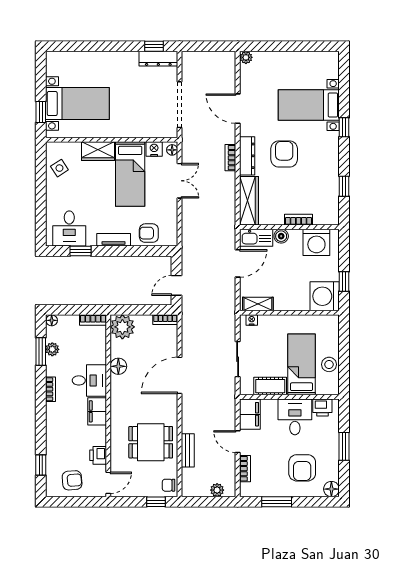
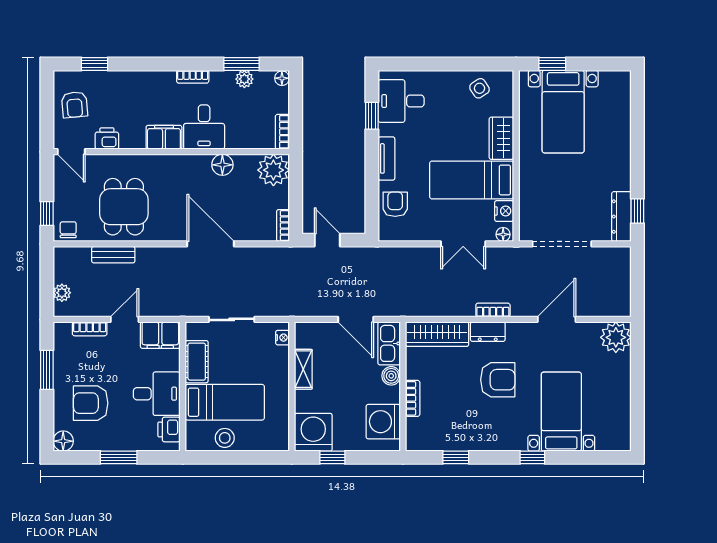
plant: (246, 57) -> (616, 337), width x1.88, depth x1.88
dresser: (247, 156) -> (488, 332), width x0.70
shelving: (258, 304) -> (303, 369), moved

